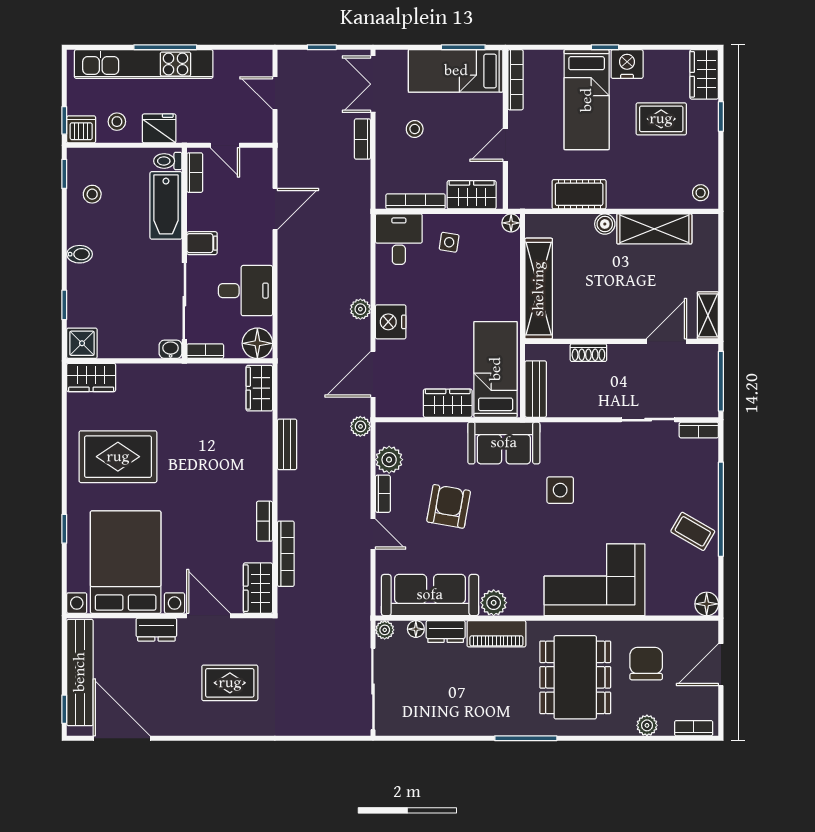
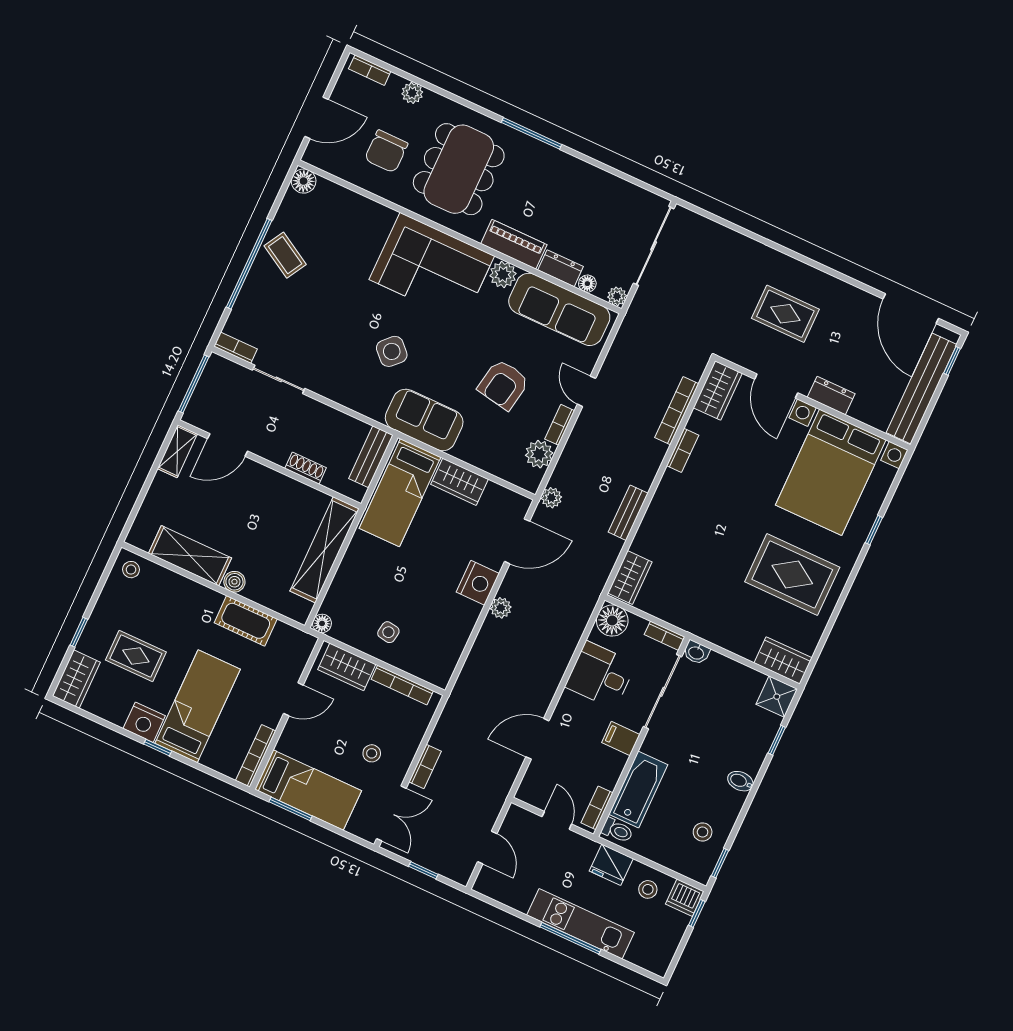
kitchen unit: (144, 64) -> (580, 924), width x0.73
desk: (399, 239) -> (434, 657), removed
side table: (560, 490) -> (392, 351), turned 45
corner sofa: (595, 580) -> (432, 268), moved

